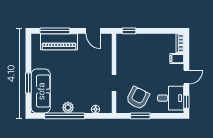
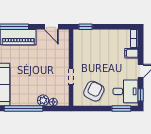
plant: (68, 108) -> (43, 100), moved
window: (140, 116) -> (121, 109), moved

